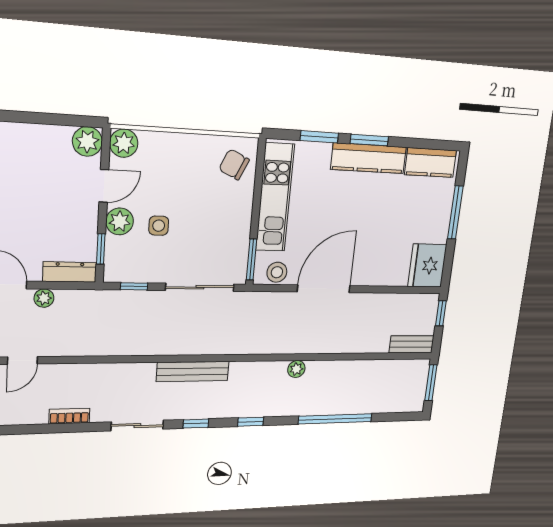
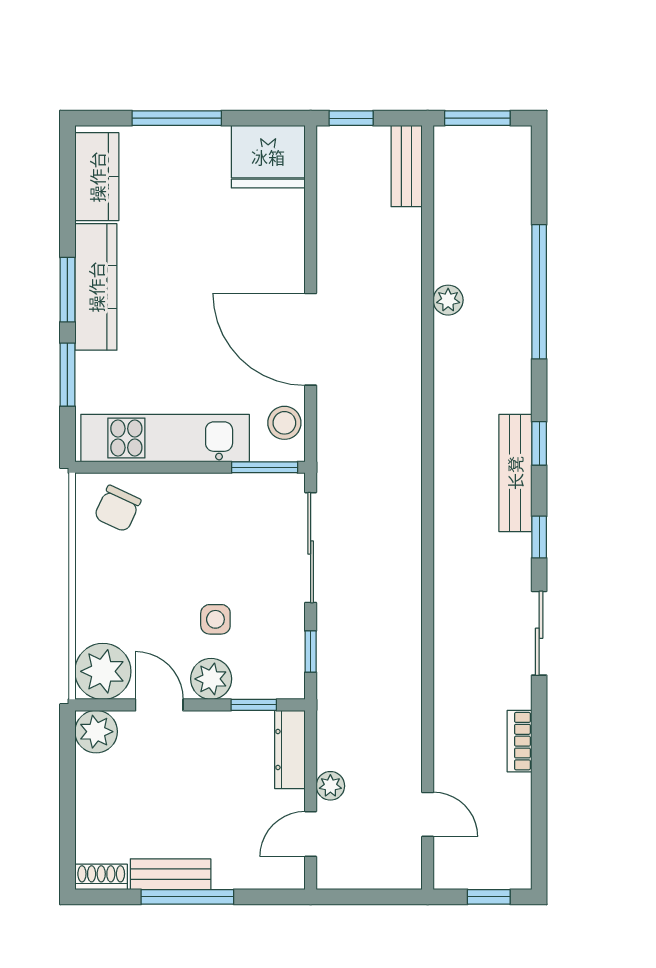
plant: (124, 143) -> (103, 671), width x1.36, depth x1.36
plant: (296, 369) -> (448, 300), moved
bench: (193, 371) -> (515, 473), moved

